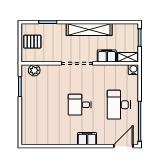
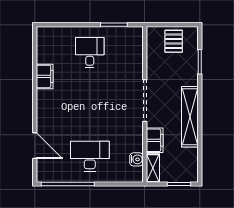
plant: (34, 70) -> (135, 44), removed
water cooler: (133, 70) -> (136, 159), moved
desk: (80, 105) -> (90, 53), moved
filing cabinet: (87, 139) -> (45, 76), moved
door: (123, 146) -> (35, 146), moved

